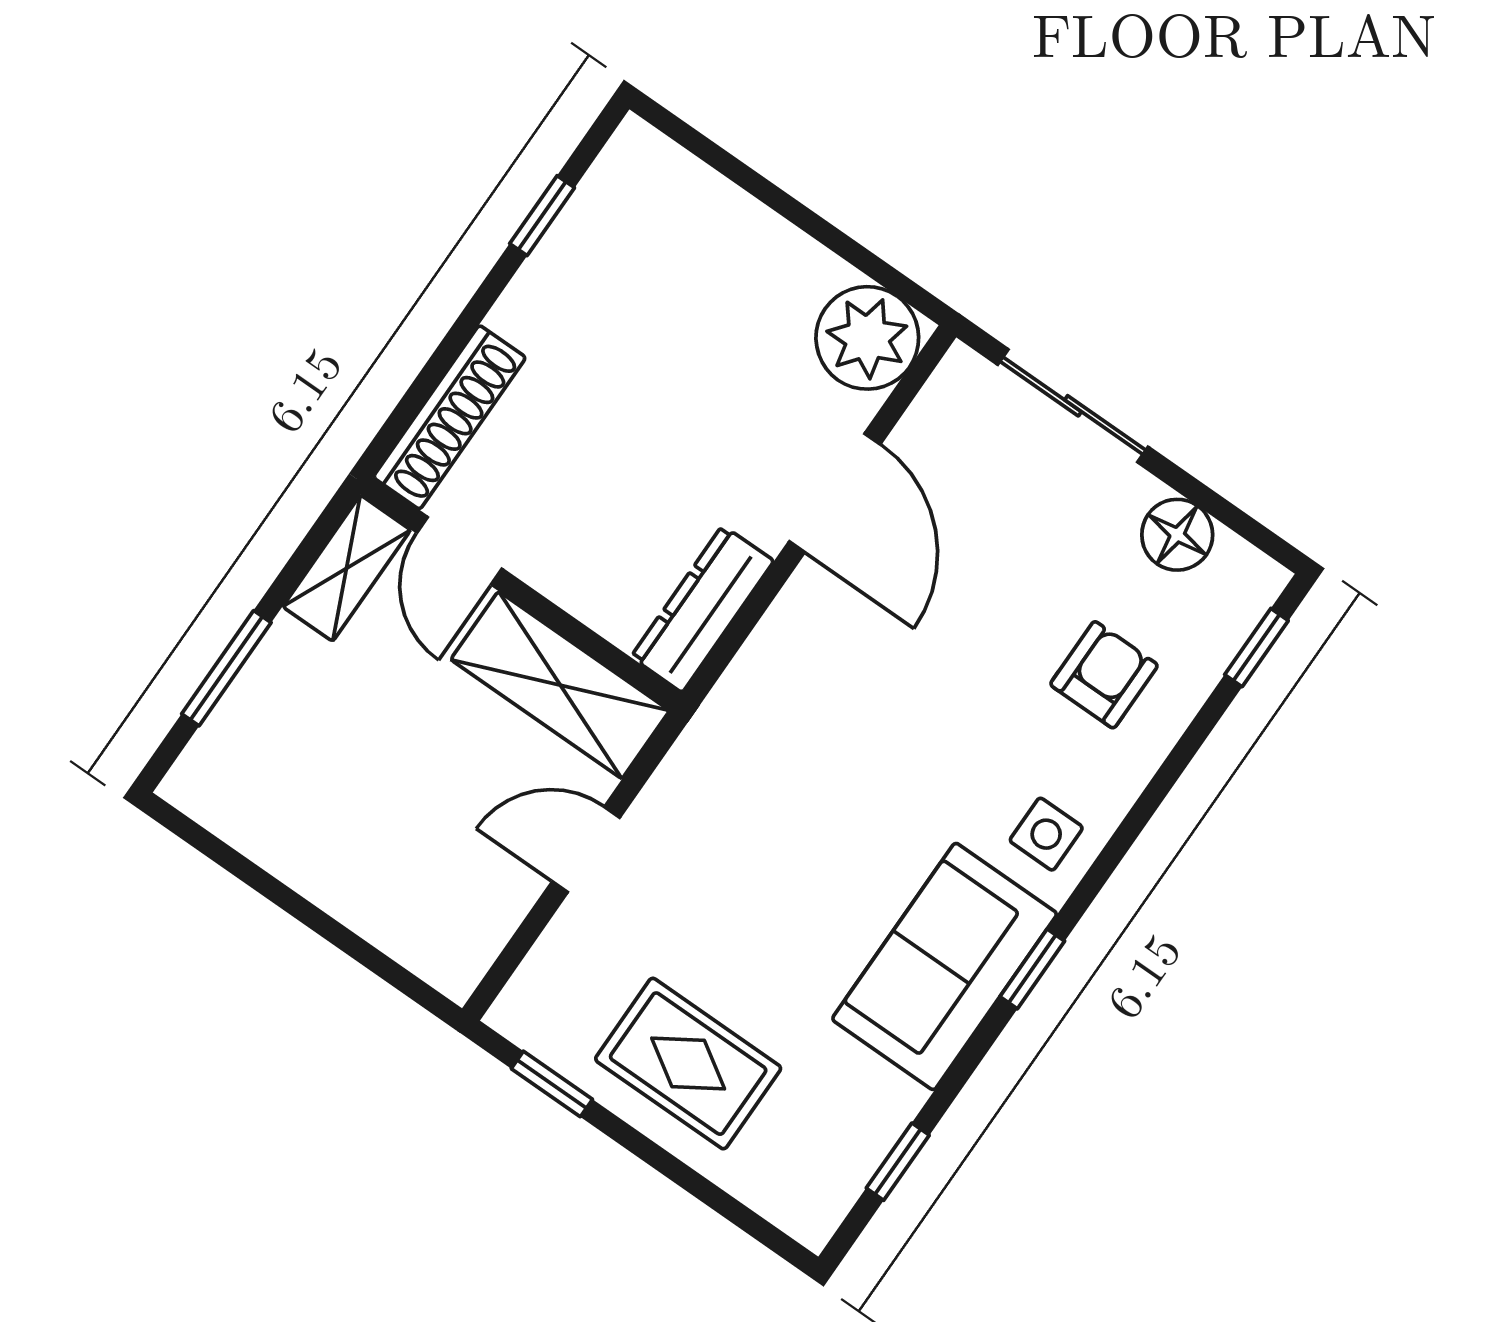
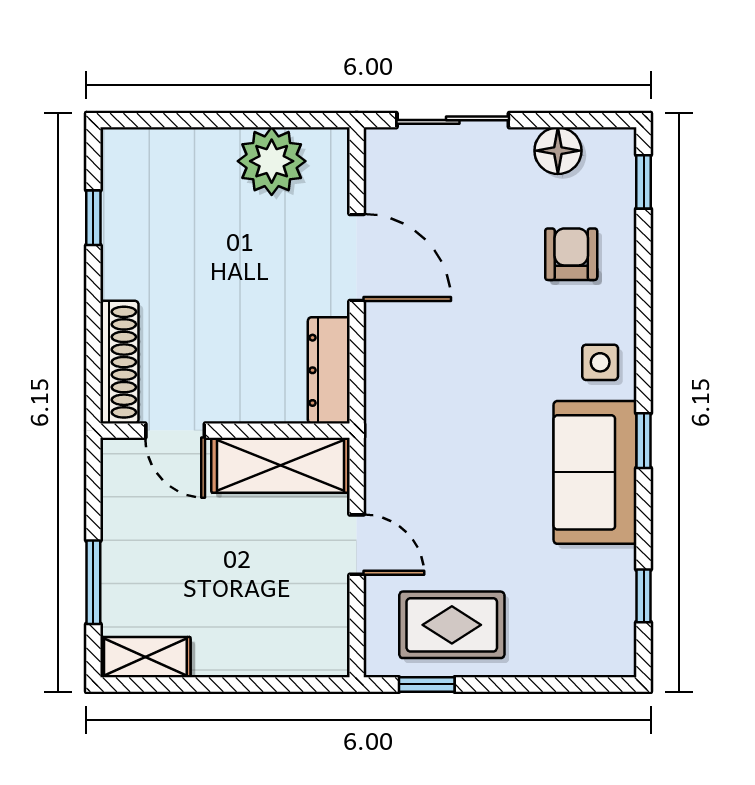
plant: (867, 338) -> (272, 161), moved
shelving: (347, 568) -> (145, 657), moved, turned 90
door: (586, 850) -> (357, 545), swing flipped
rug: (688, 1064) -> (452, 625), moved

